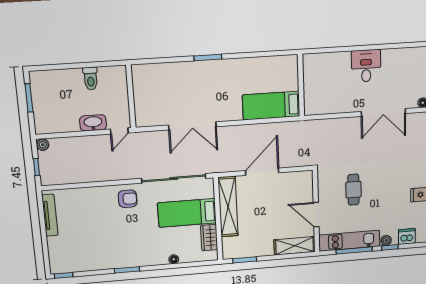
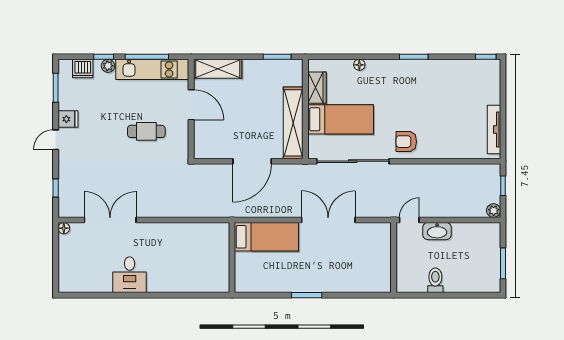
wall: (301, 85) -> (232, 258), moved
bed: (271, 106) -> (266, 237), moved
cafe table: (353, 190) -> (146, 131), turned 90

